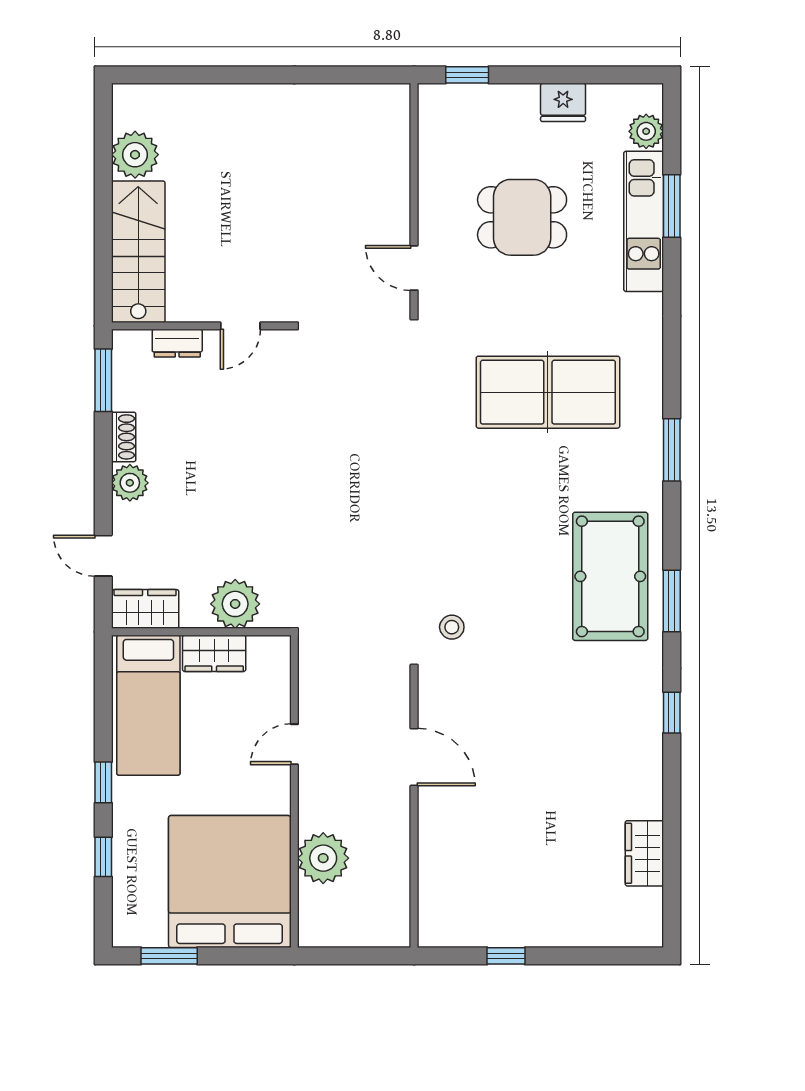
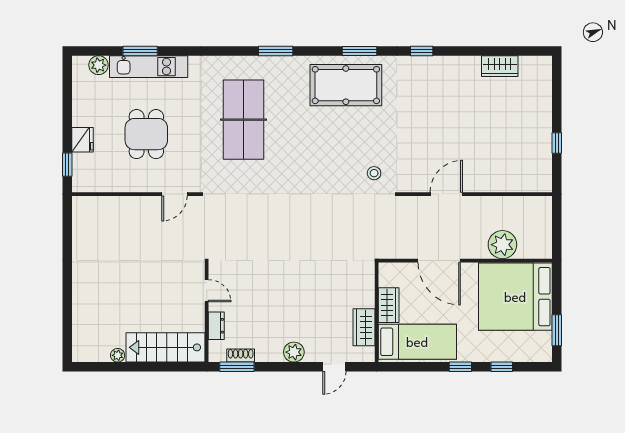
fridge: (563, 102) -> (82, 140), moved
plant: (135, 155) -> (118, 355), width x0.53, depth x0.53
shoe rack: (124, 437) -> (241, 356), moved
plant: (235, 604) -> (361, 294), removed
wardrobe: (145, 609) -> (364, 327), moved
door: (294, 744) -> (439, 261), width x1.87

